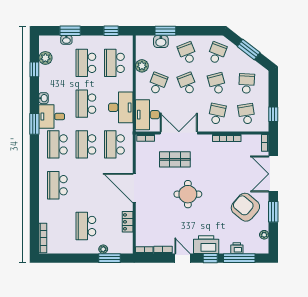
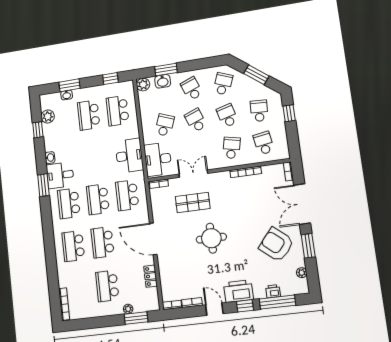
plant: (142, 66) -> (143, 85), moved
school desk: (86, 104) -> (103, 242), moved
window: (273, 114) -> (289, 113), moved
double door: (179, 133) -> (193, 174), width x0.73

